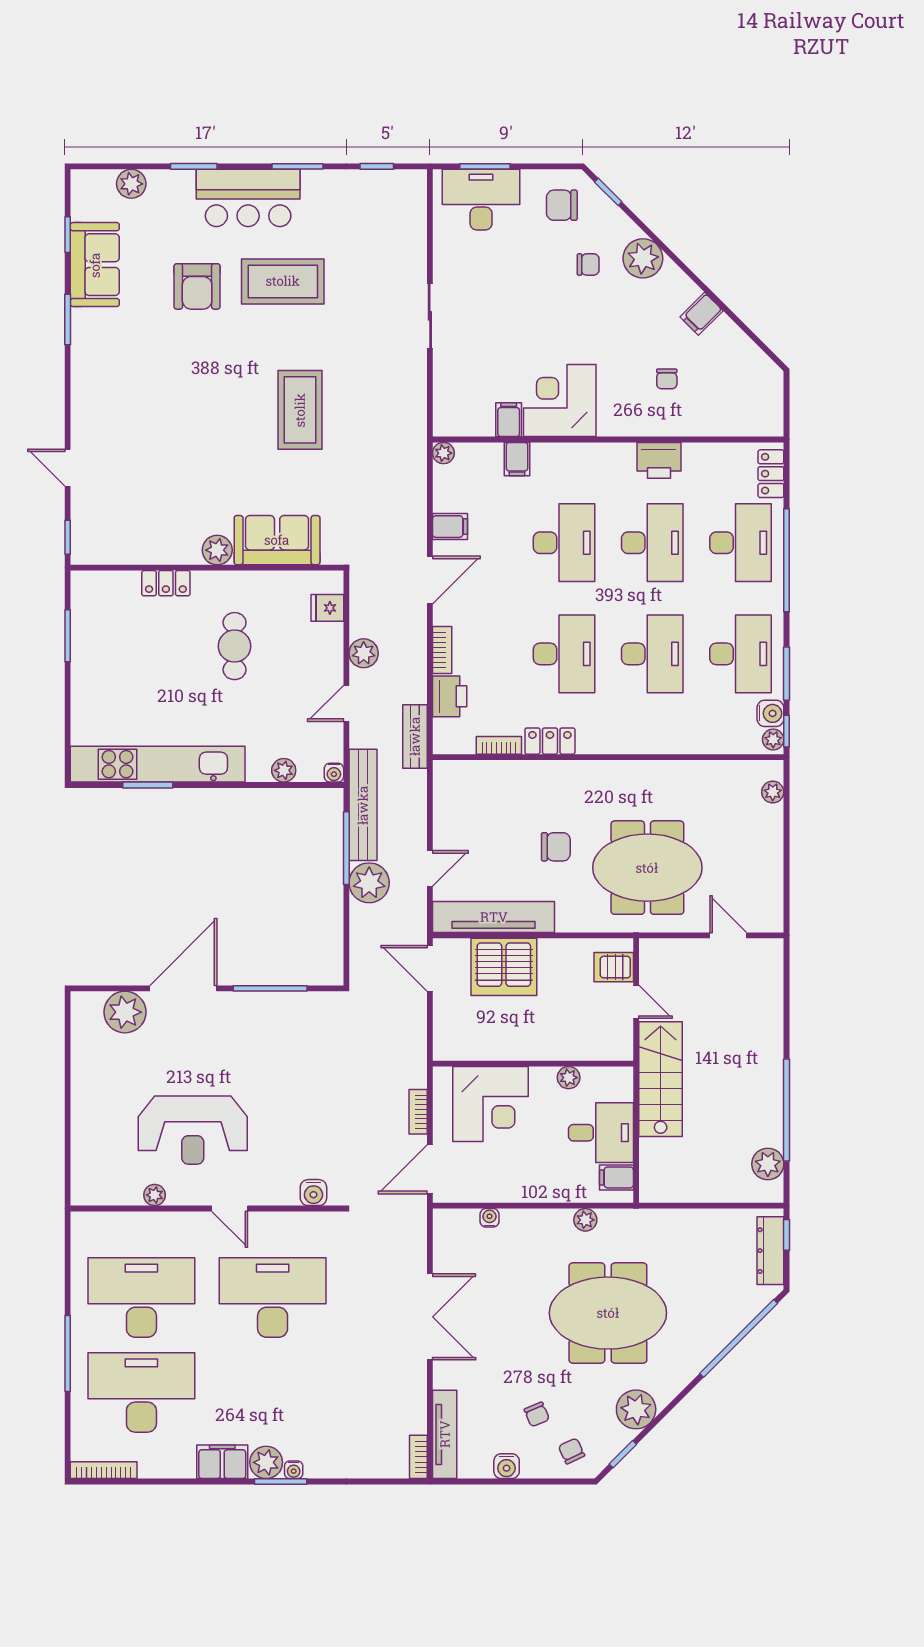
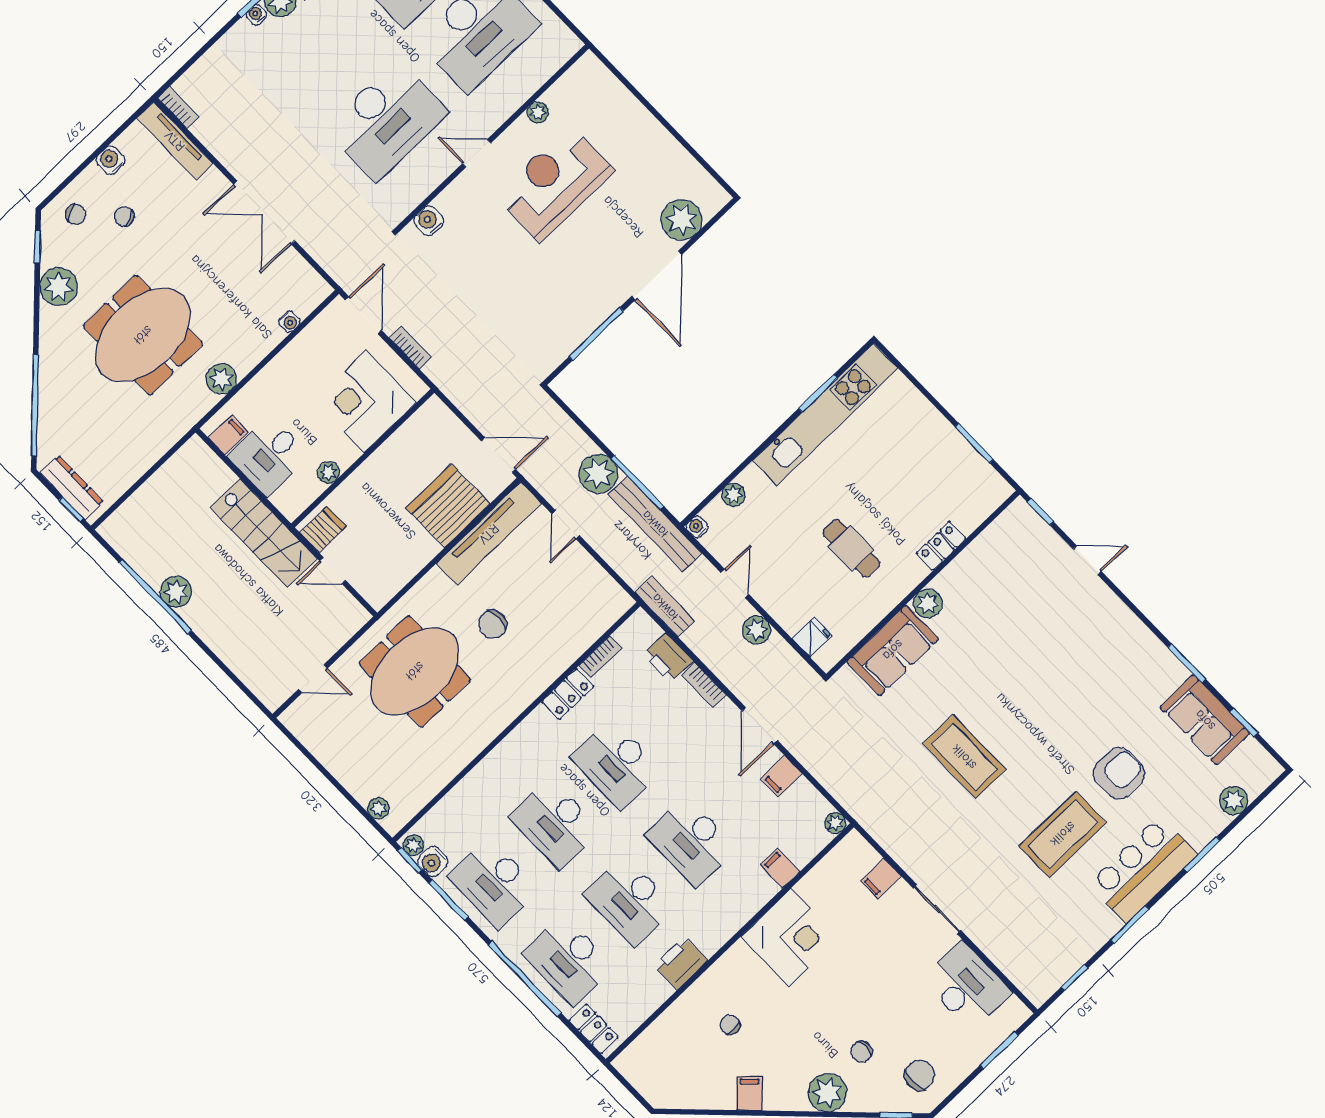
desk: (481, 200) -> (967, 986), moved, turned -90
armchair: (197, 286) -> (1119, 773), turned 90
filing cabinet: (509, 420) -> (881, 878), moved, turned 90
server rack: (614, 967) -> (323, 529), moved
plant: (768, 1164) -> (176, 592), moved
plant: (585, 1220) -> (221, 379), width x1.38, depth x1.38

